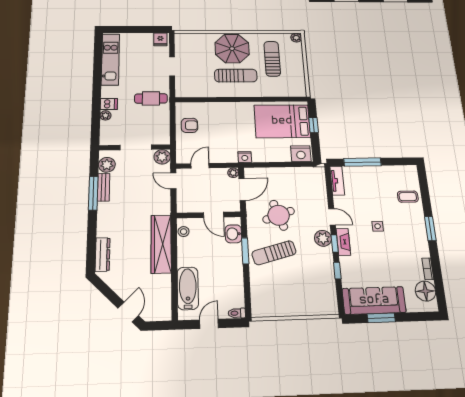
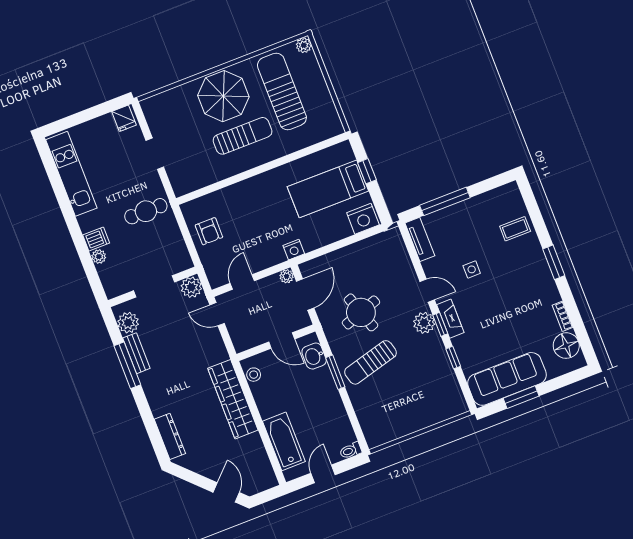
sun lounger: (272, 59) -> (282, 91), width x1.36, depth x1.34
bed: (282, 121) -> (328, 189), width x0.67
armchair: (189, 125) -> (209, 231), turned 90
side table: (378, 226) -> (472, 269), moved

